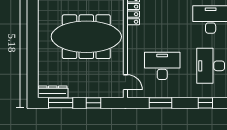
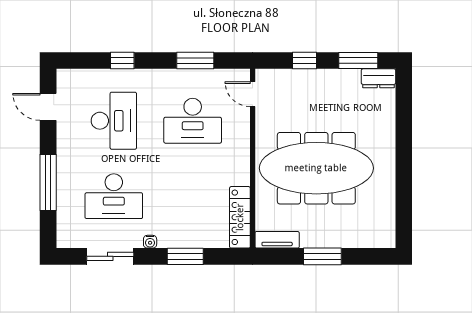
dresser: (53, 92) -> (378, 78), width x0.70

